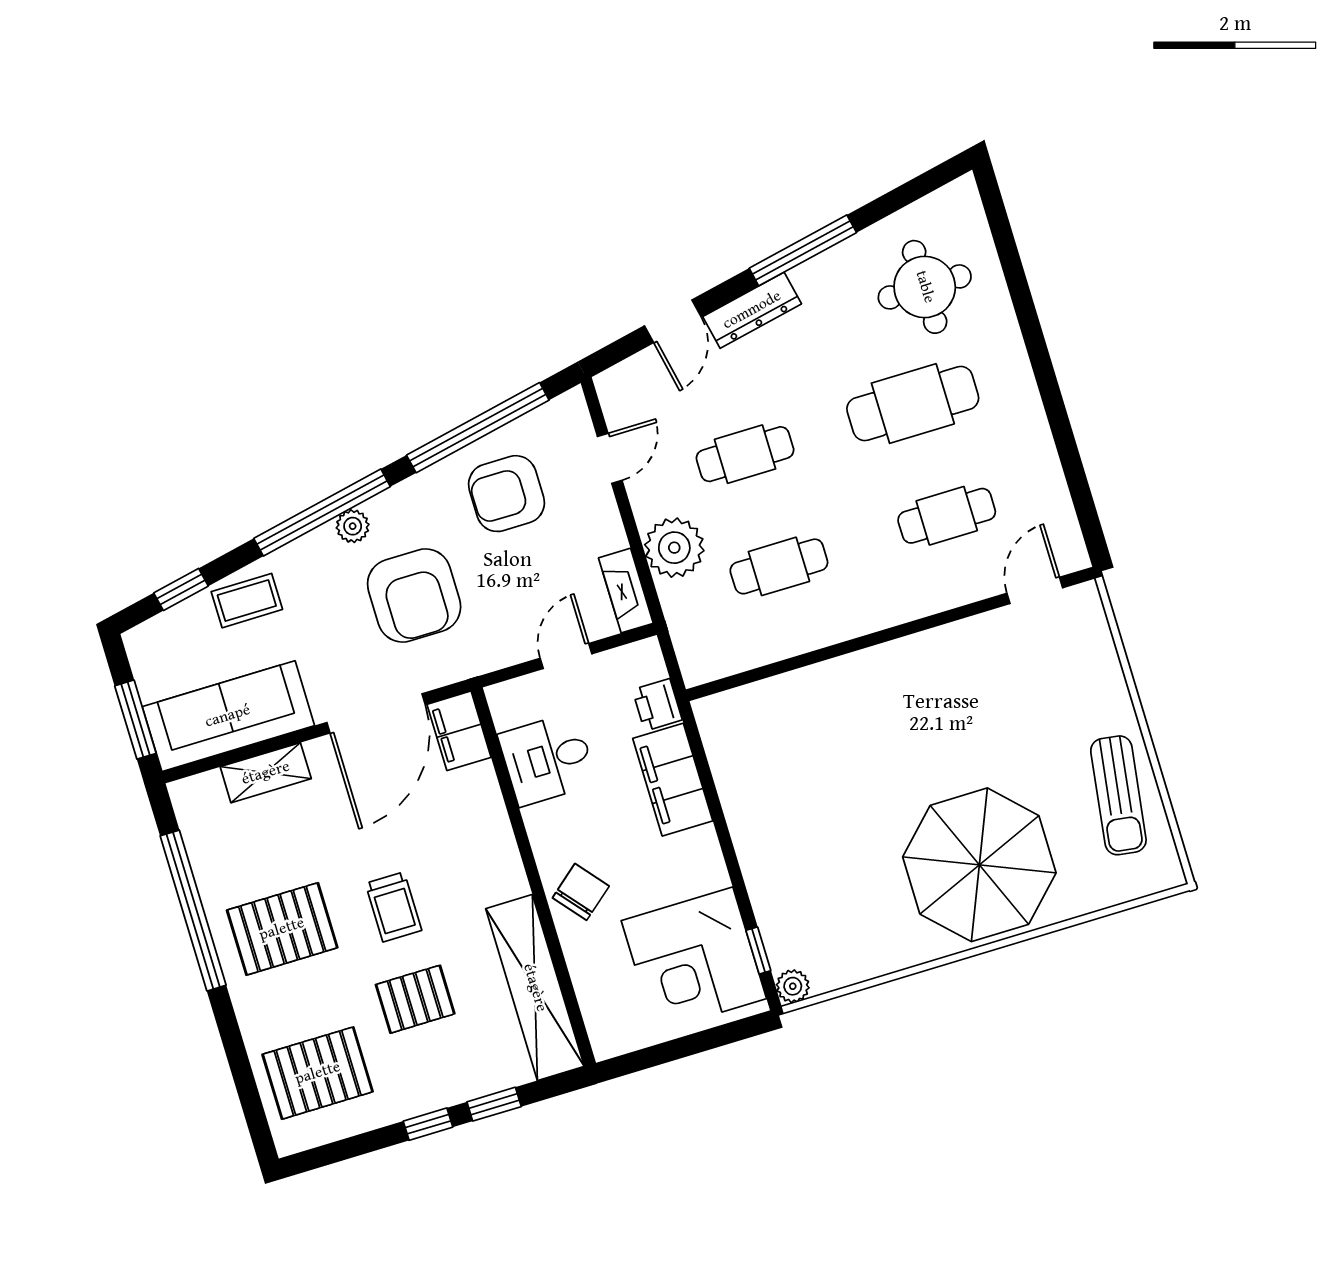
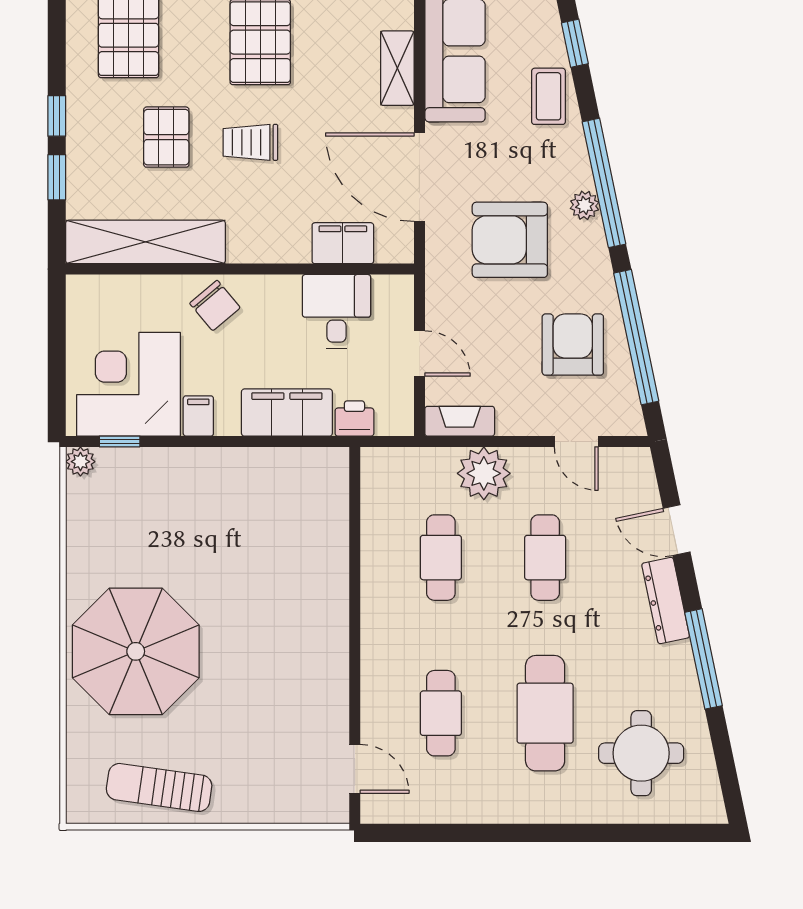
filing cabinet: (459, 731) -> (343, 243), moved
filing cabinet: (705, 874) -> (198, 416), added

